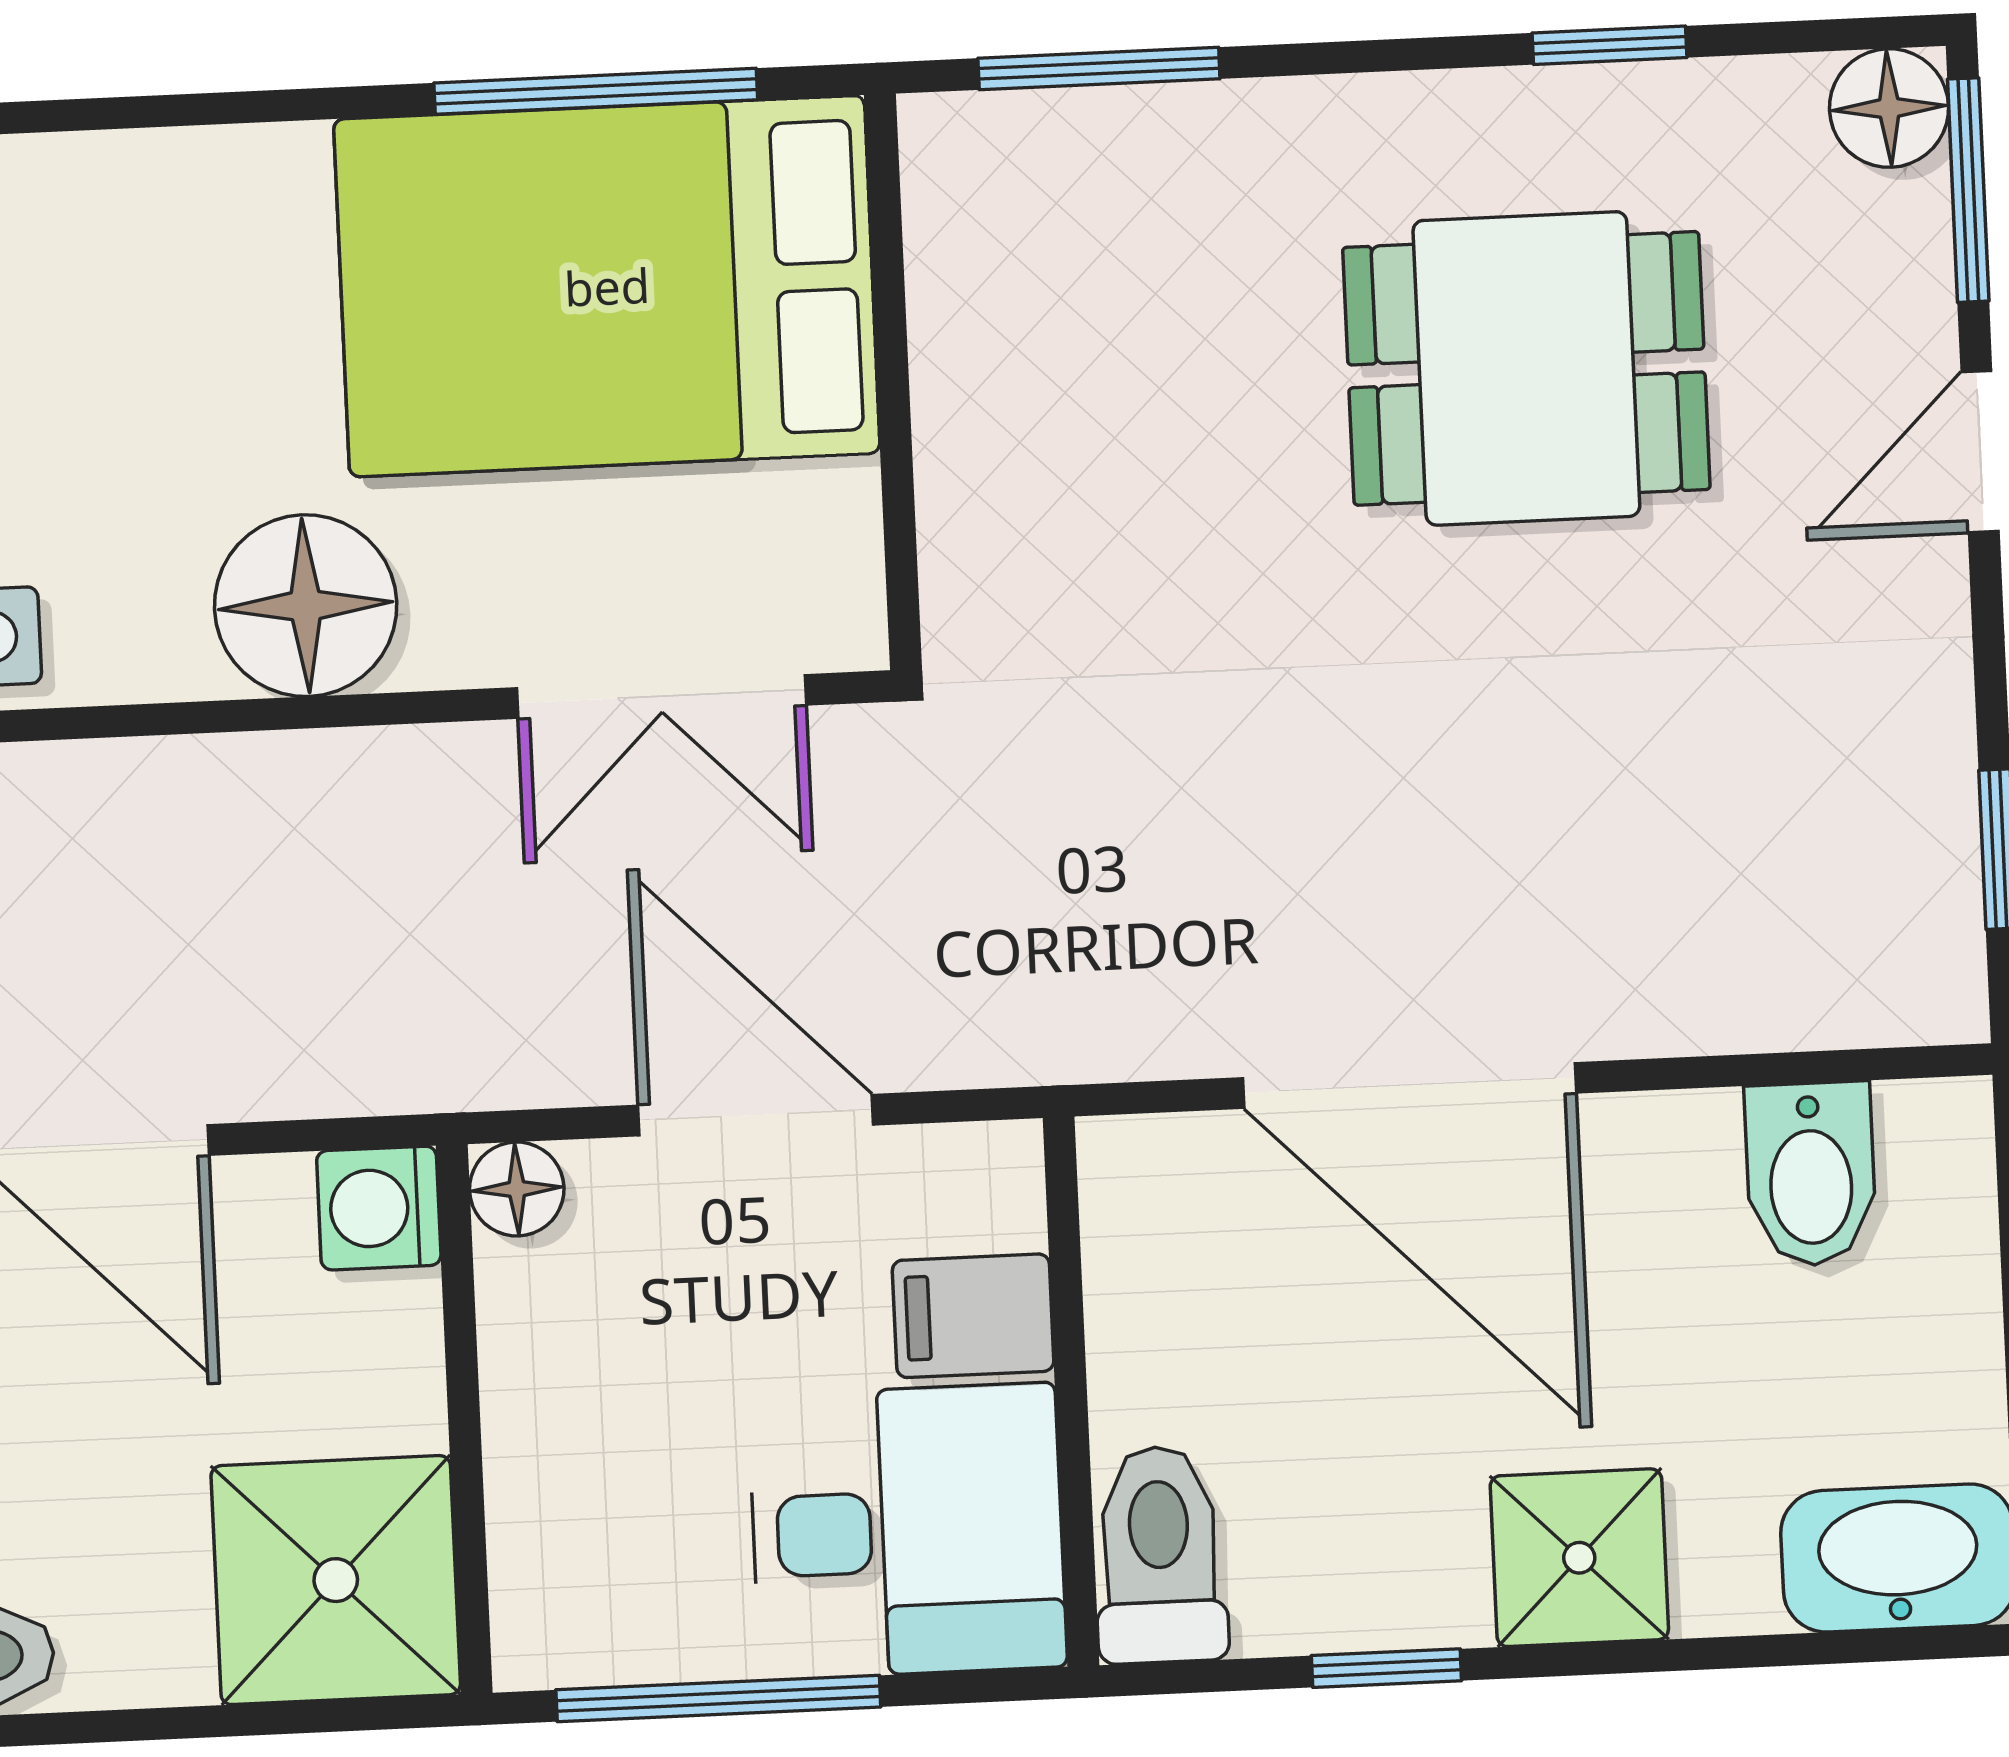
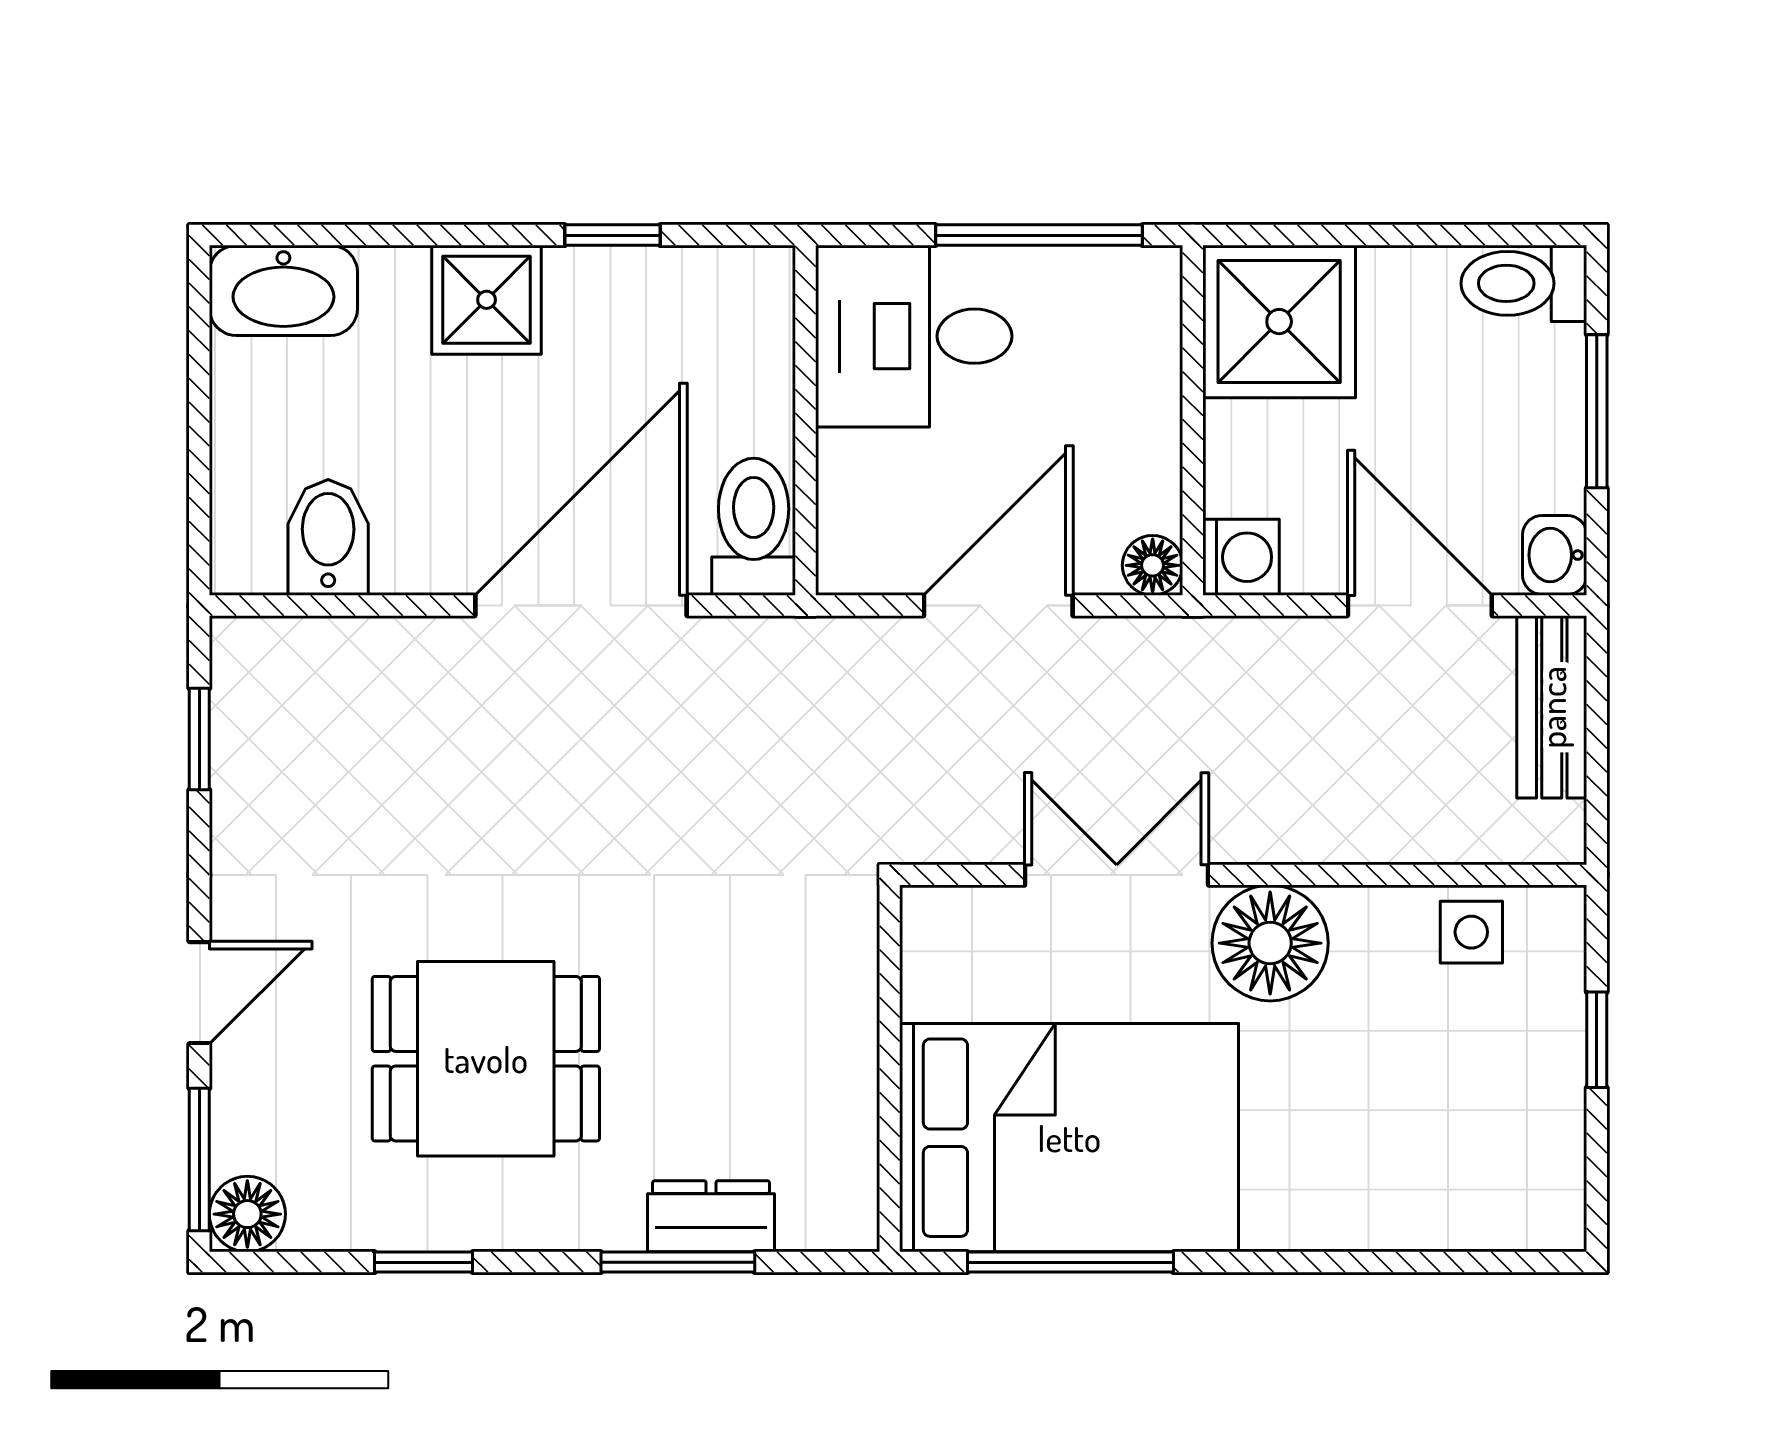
window: (1099, 68) -> (678, 1262), moved
dresser: (1162, 137) -> (711, 1216), added
double door: (661, 696) -> (1117, 875), moved
door: (1410, 1085) -> (581, 605), hinge flipped
door: (756, 1115) -> (998, 605), swing flipped
filing cabinet: (973, 1316) -> (866, 471), removed
toilet: (1160, 1555) -> (754, 527), moved, turned 180

